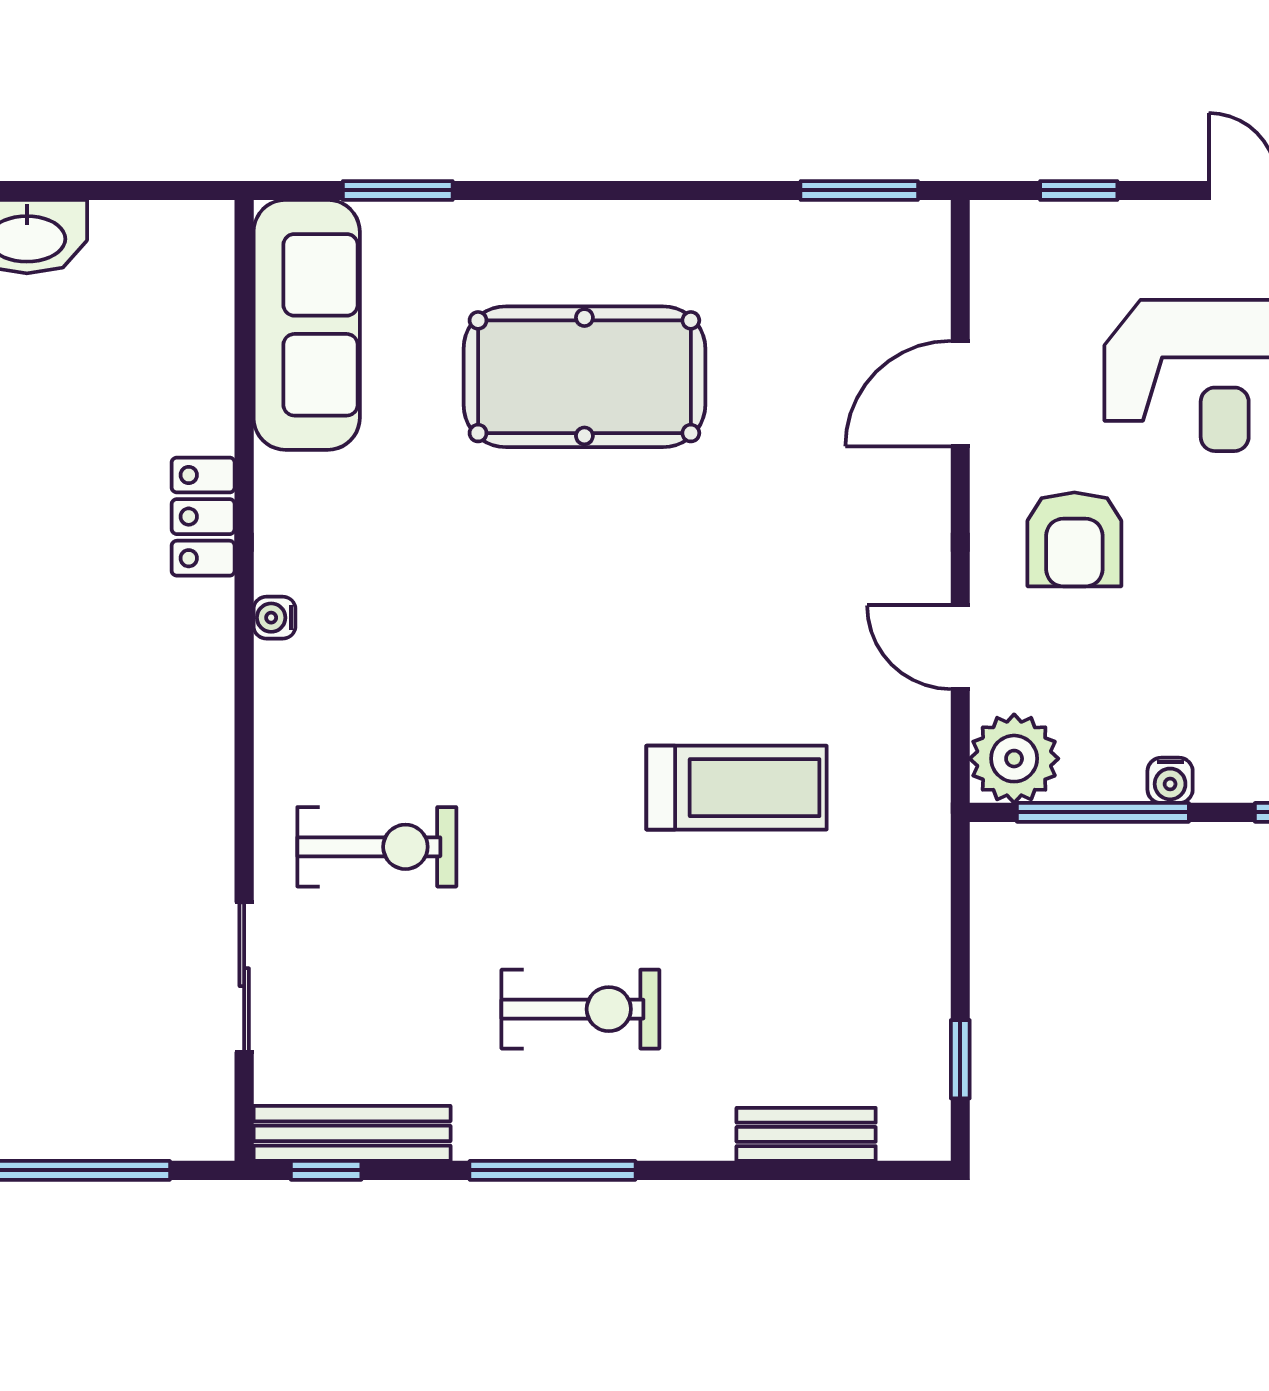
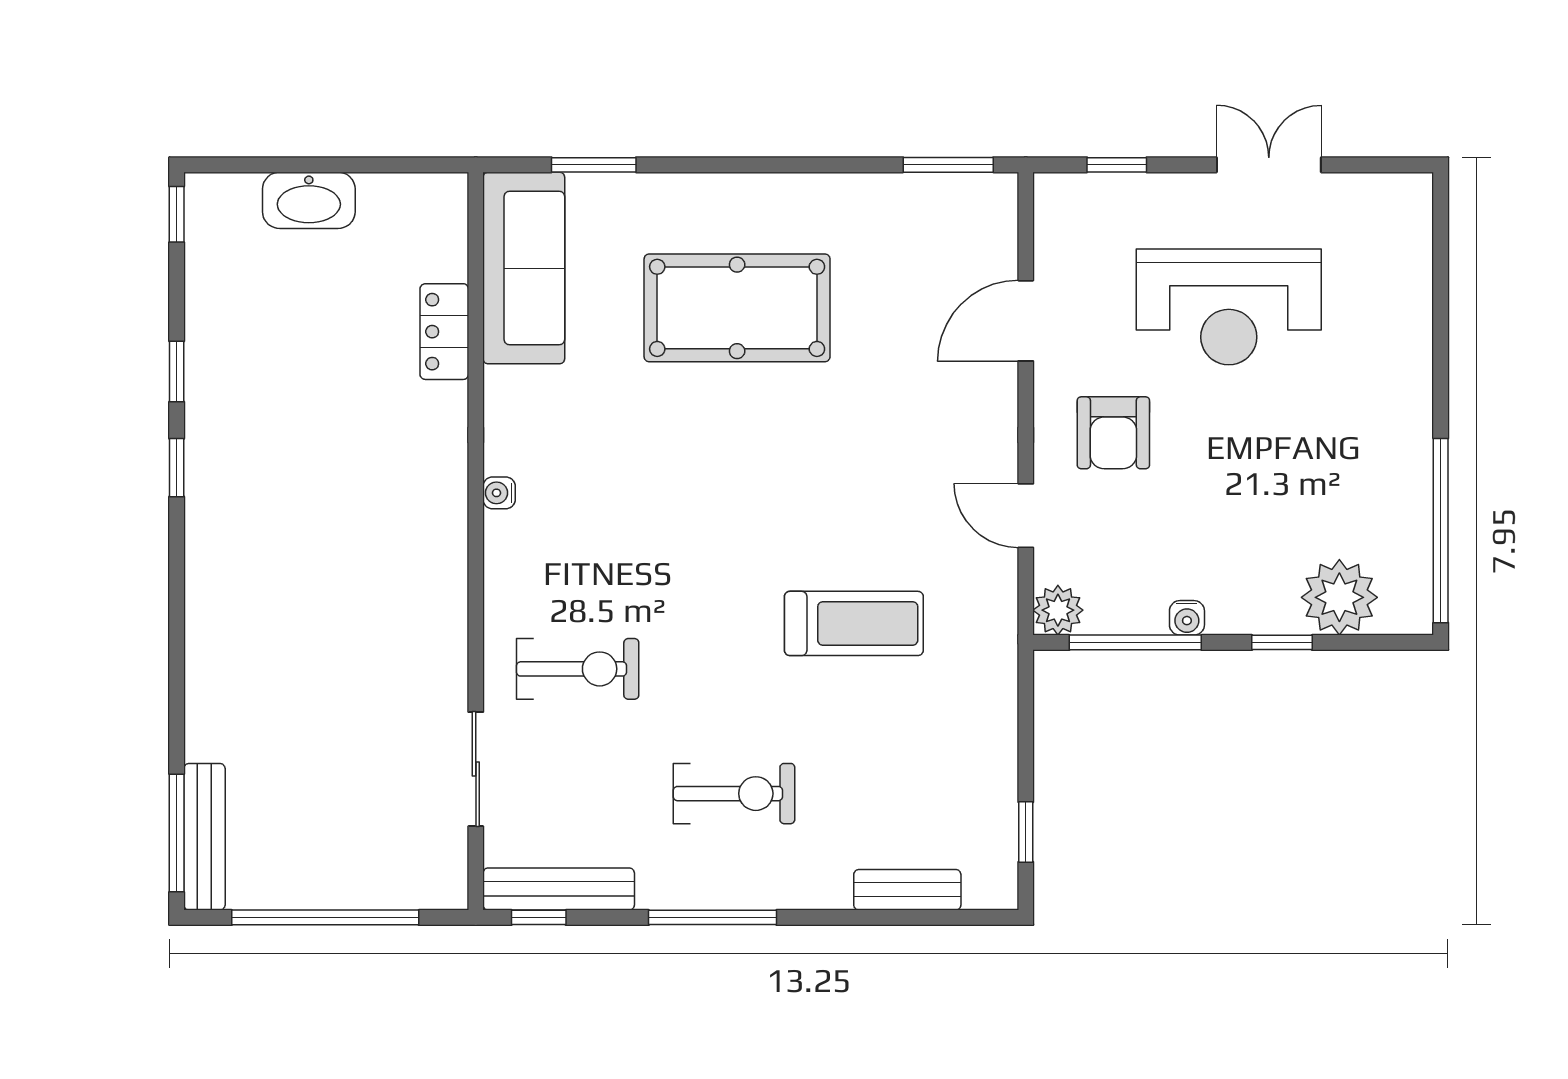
locker: (203, 517) -> (444, 332), moved
plant: (1014, 759) -> (1058, 610), width x0.73, depth x0.73

